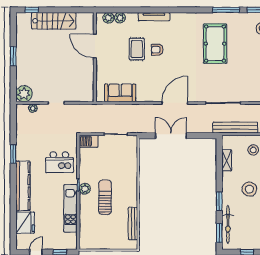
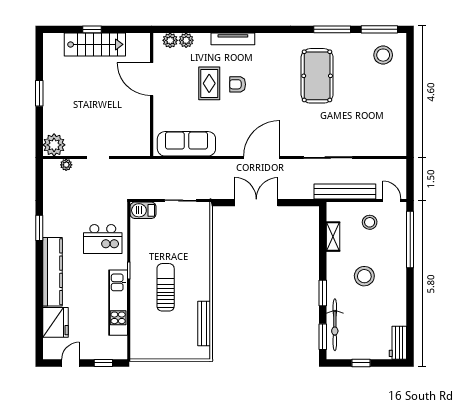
window: (32, 10) -> (92, 29), moved
sofa: (120, 93) -> (186, 144), width x1.36
plant: (85, 189) -> (138, 276), removed

